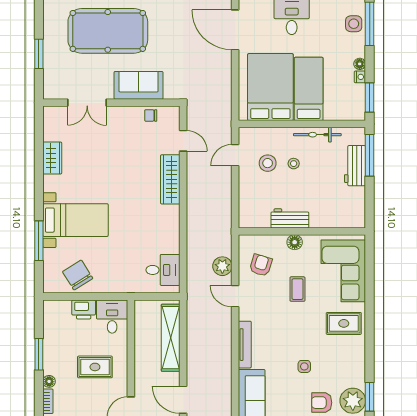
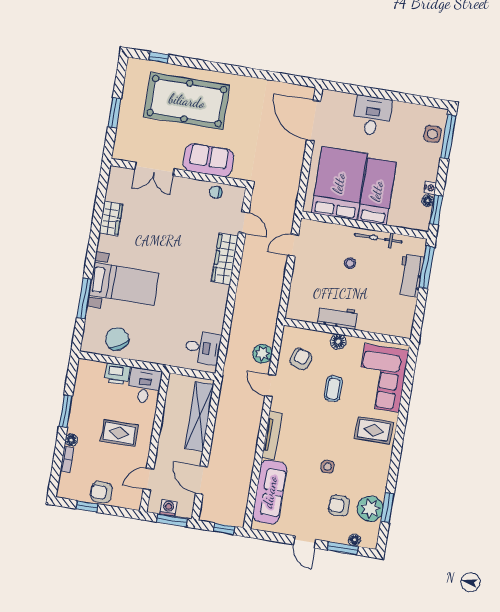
floor lamp: (360, 64) -> (428, 201), moved
stool: (268, 163) -> (324, 259), removed

